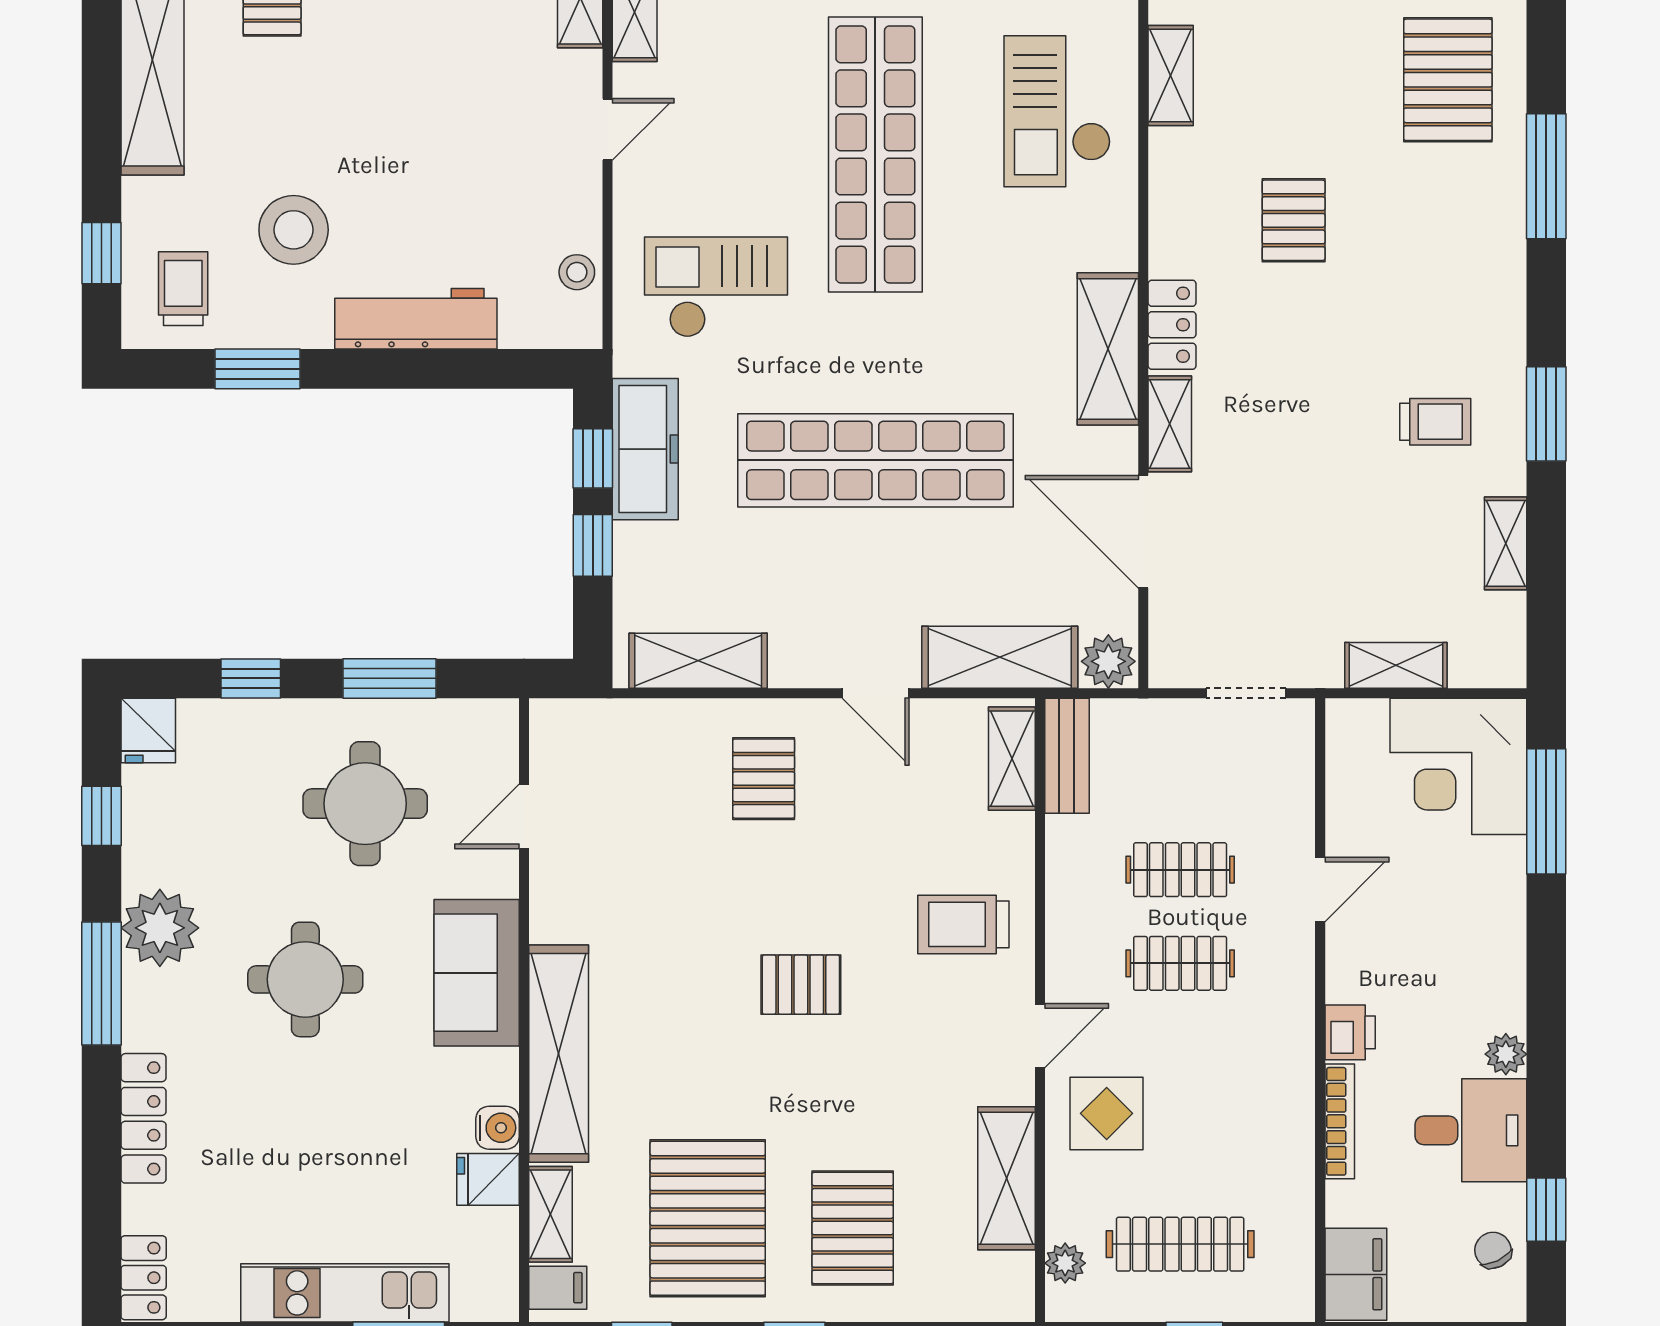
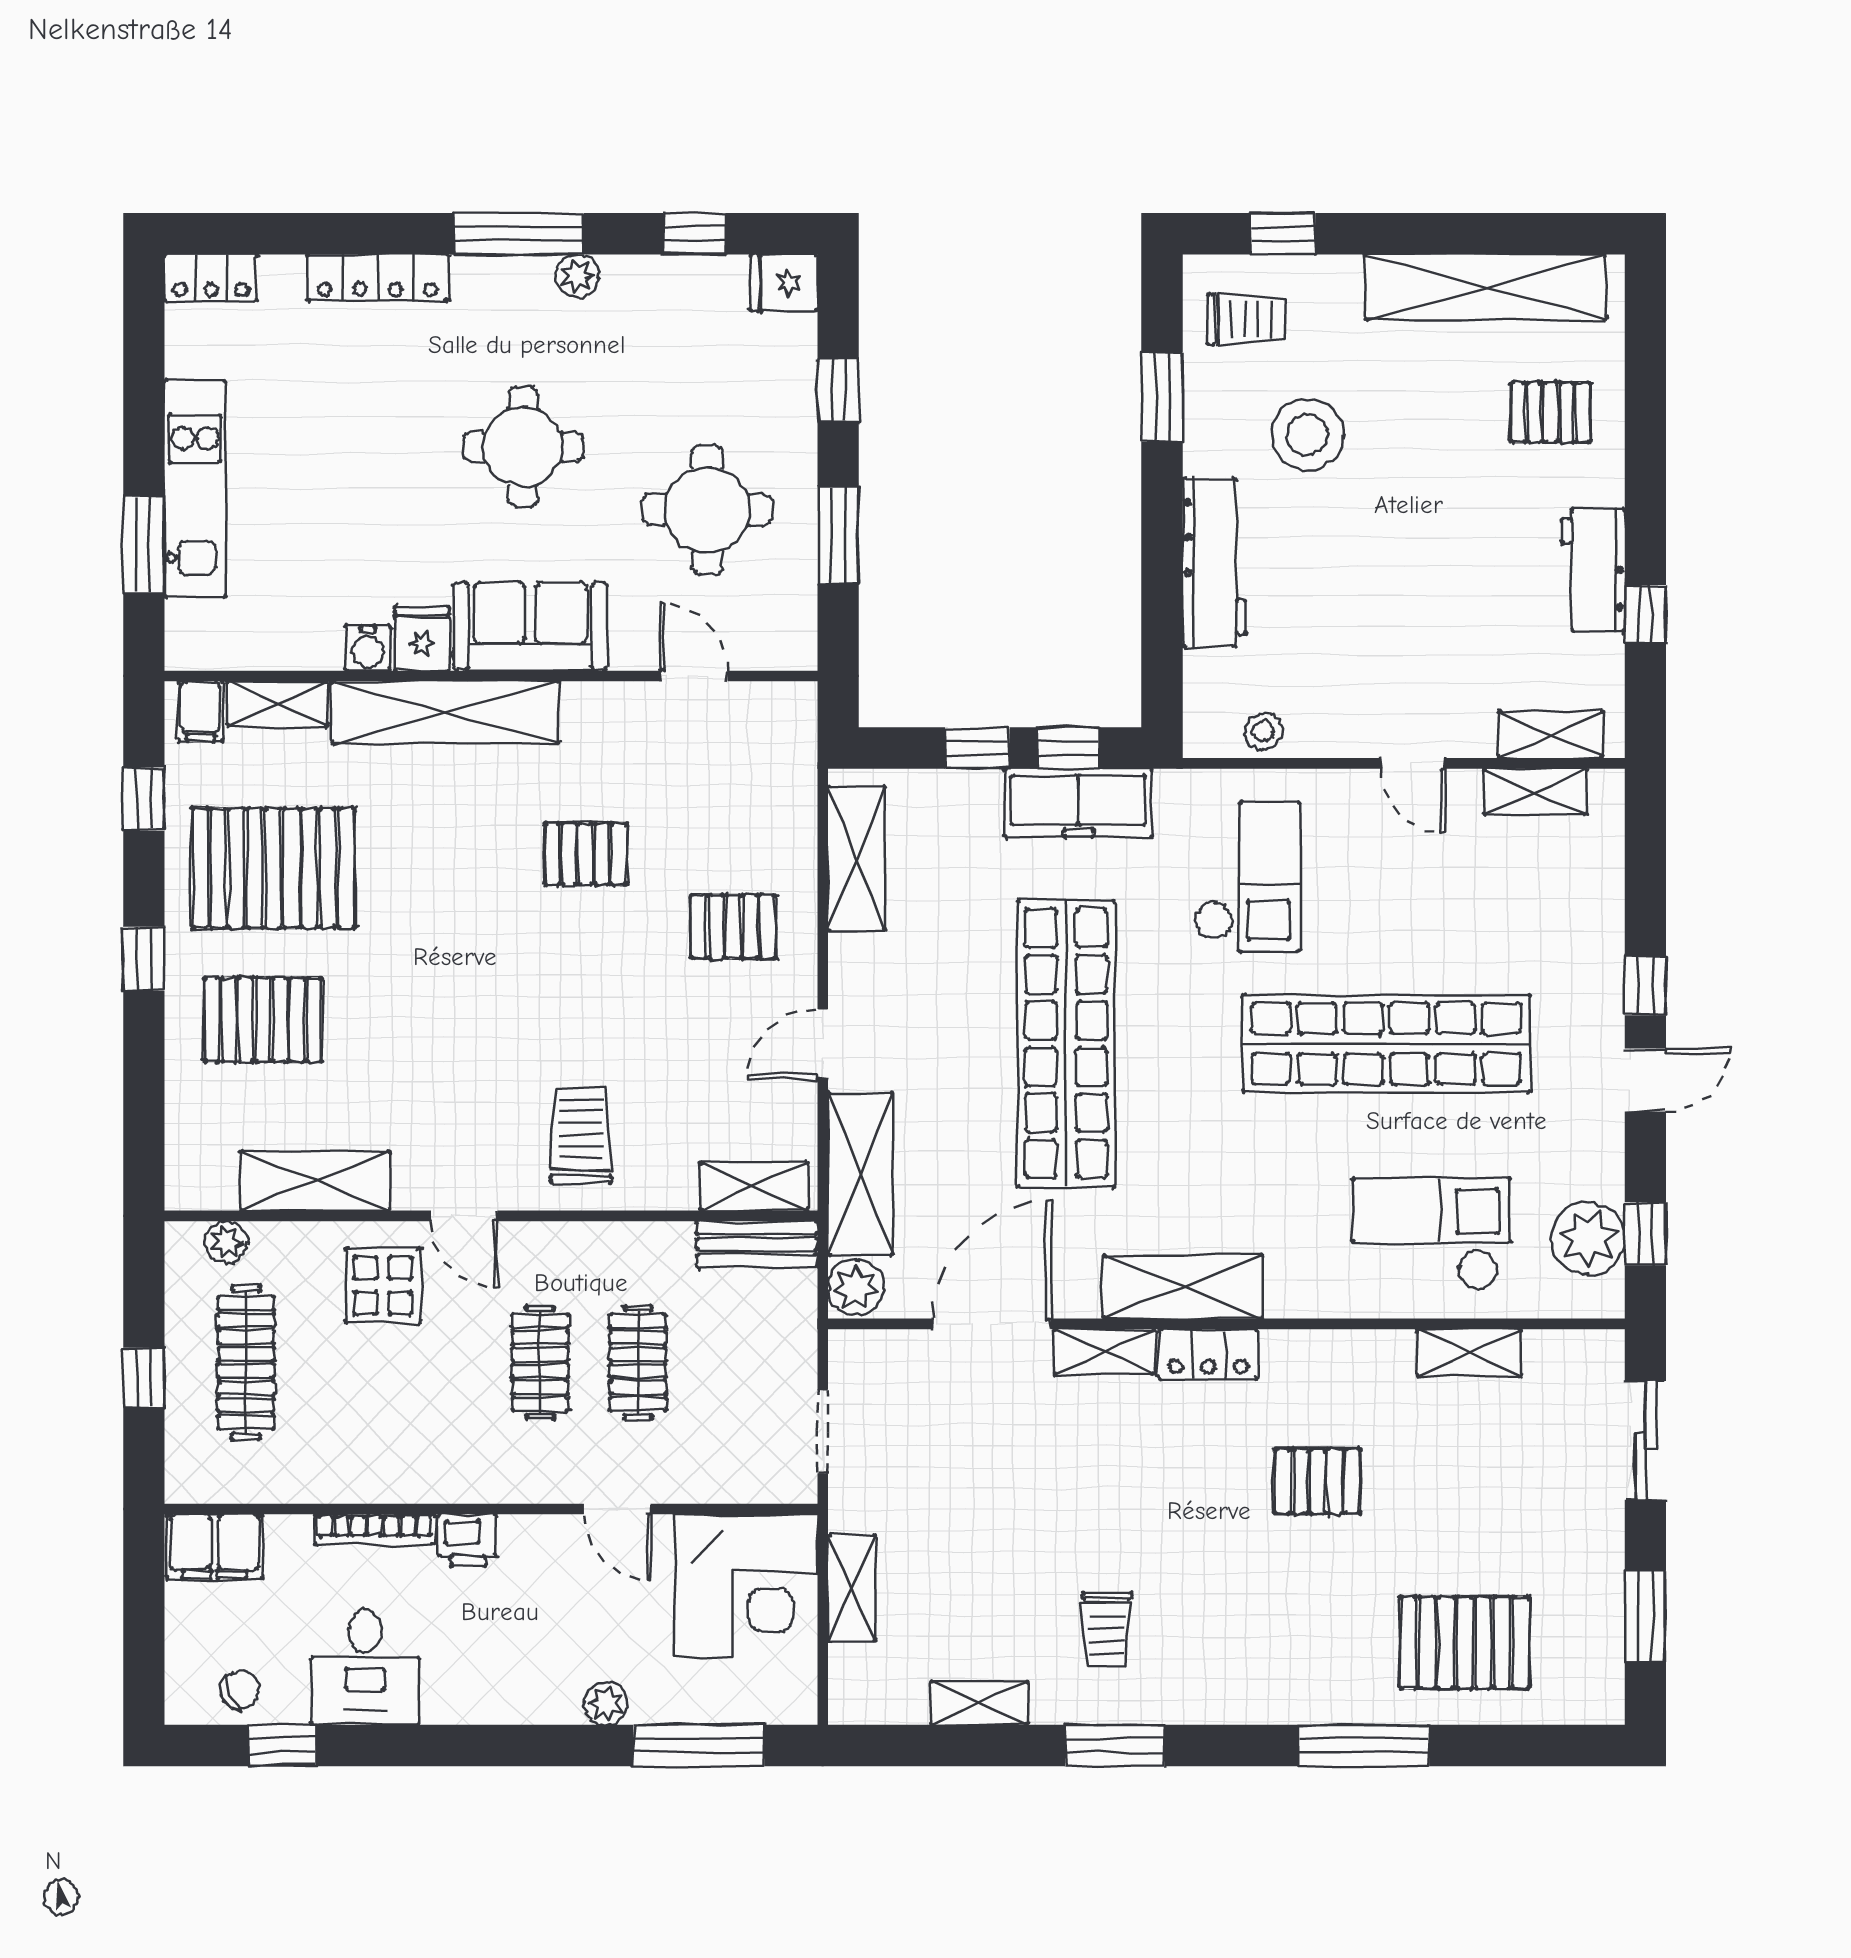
corner desk: (1458, 766) -> (746, 1586), moved, turned 180
plant: (160, 928) -> (577, 276), width x0.53, depth x0.53
pallet: (801, 985) -> (586, 854), moved, turned 90
plant: (1506, 1054) -> (606, 1703), moved
fridge: (488, 1179) -> (422, 638), moved

